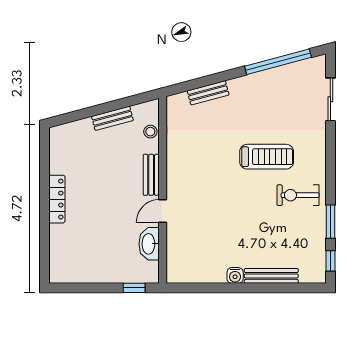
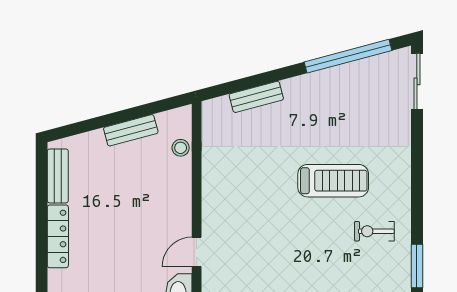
sliding door: (330, 99) -> (417, 81), moved
bench: (151, 175) -> (58, 176), moved
exercise bike: (298, 195) -> (374, 231), width x0.73, depth x0.72

